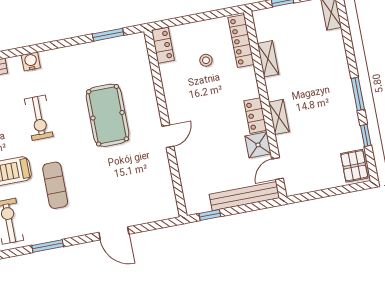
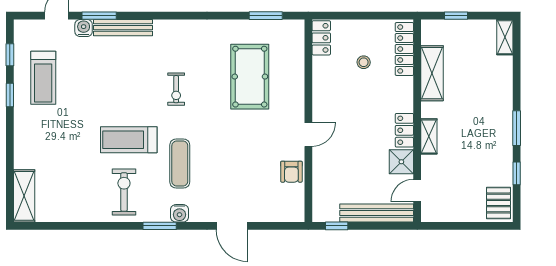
shelving: (268, 59) -> (432, 73), width x1.50, depth x1.33
water cooler: (31, 61) -> (179, 213), moved, turned 180
pool table: (108, 115) -> (250, 77), moved
exercise bike: (39, 118) -> (176, 89), width x0.73, depth x0.72
armchair: (159, 173) -> (291, 172), added

